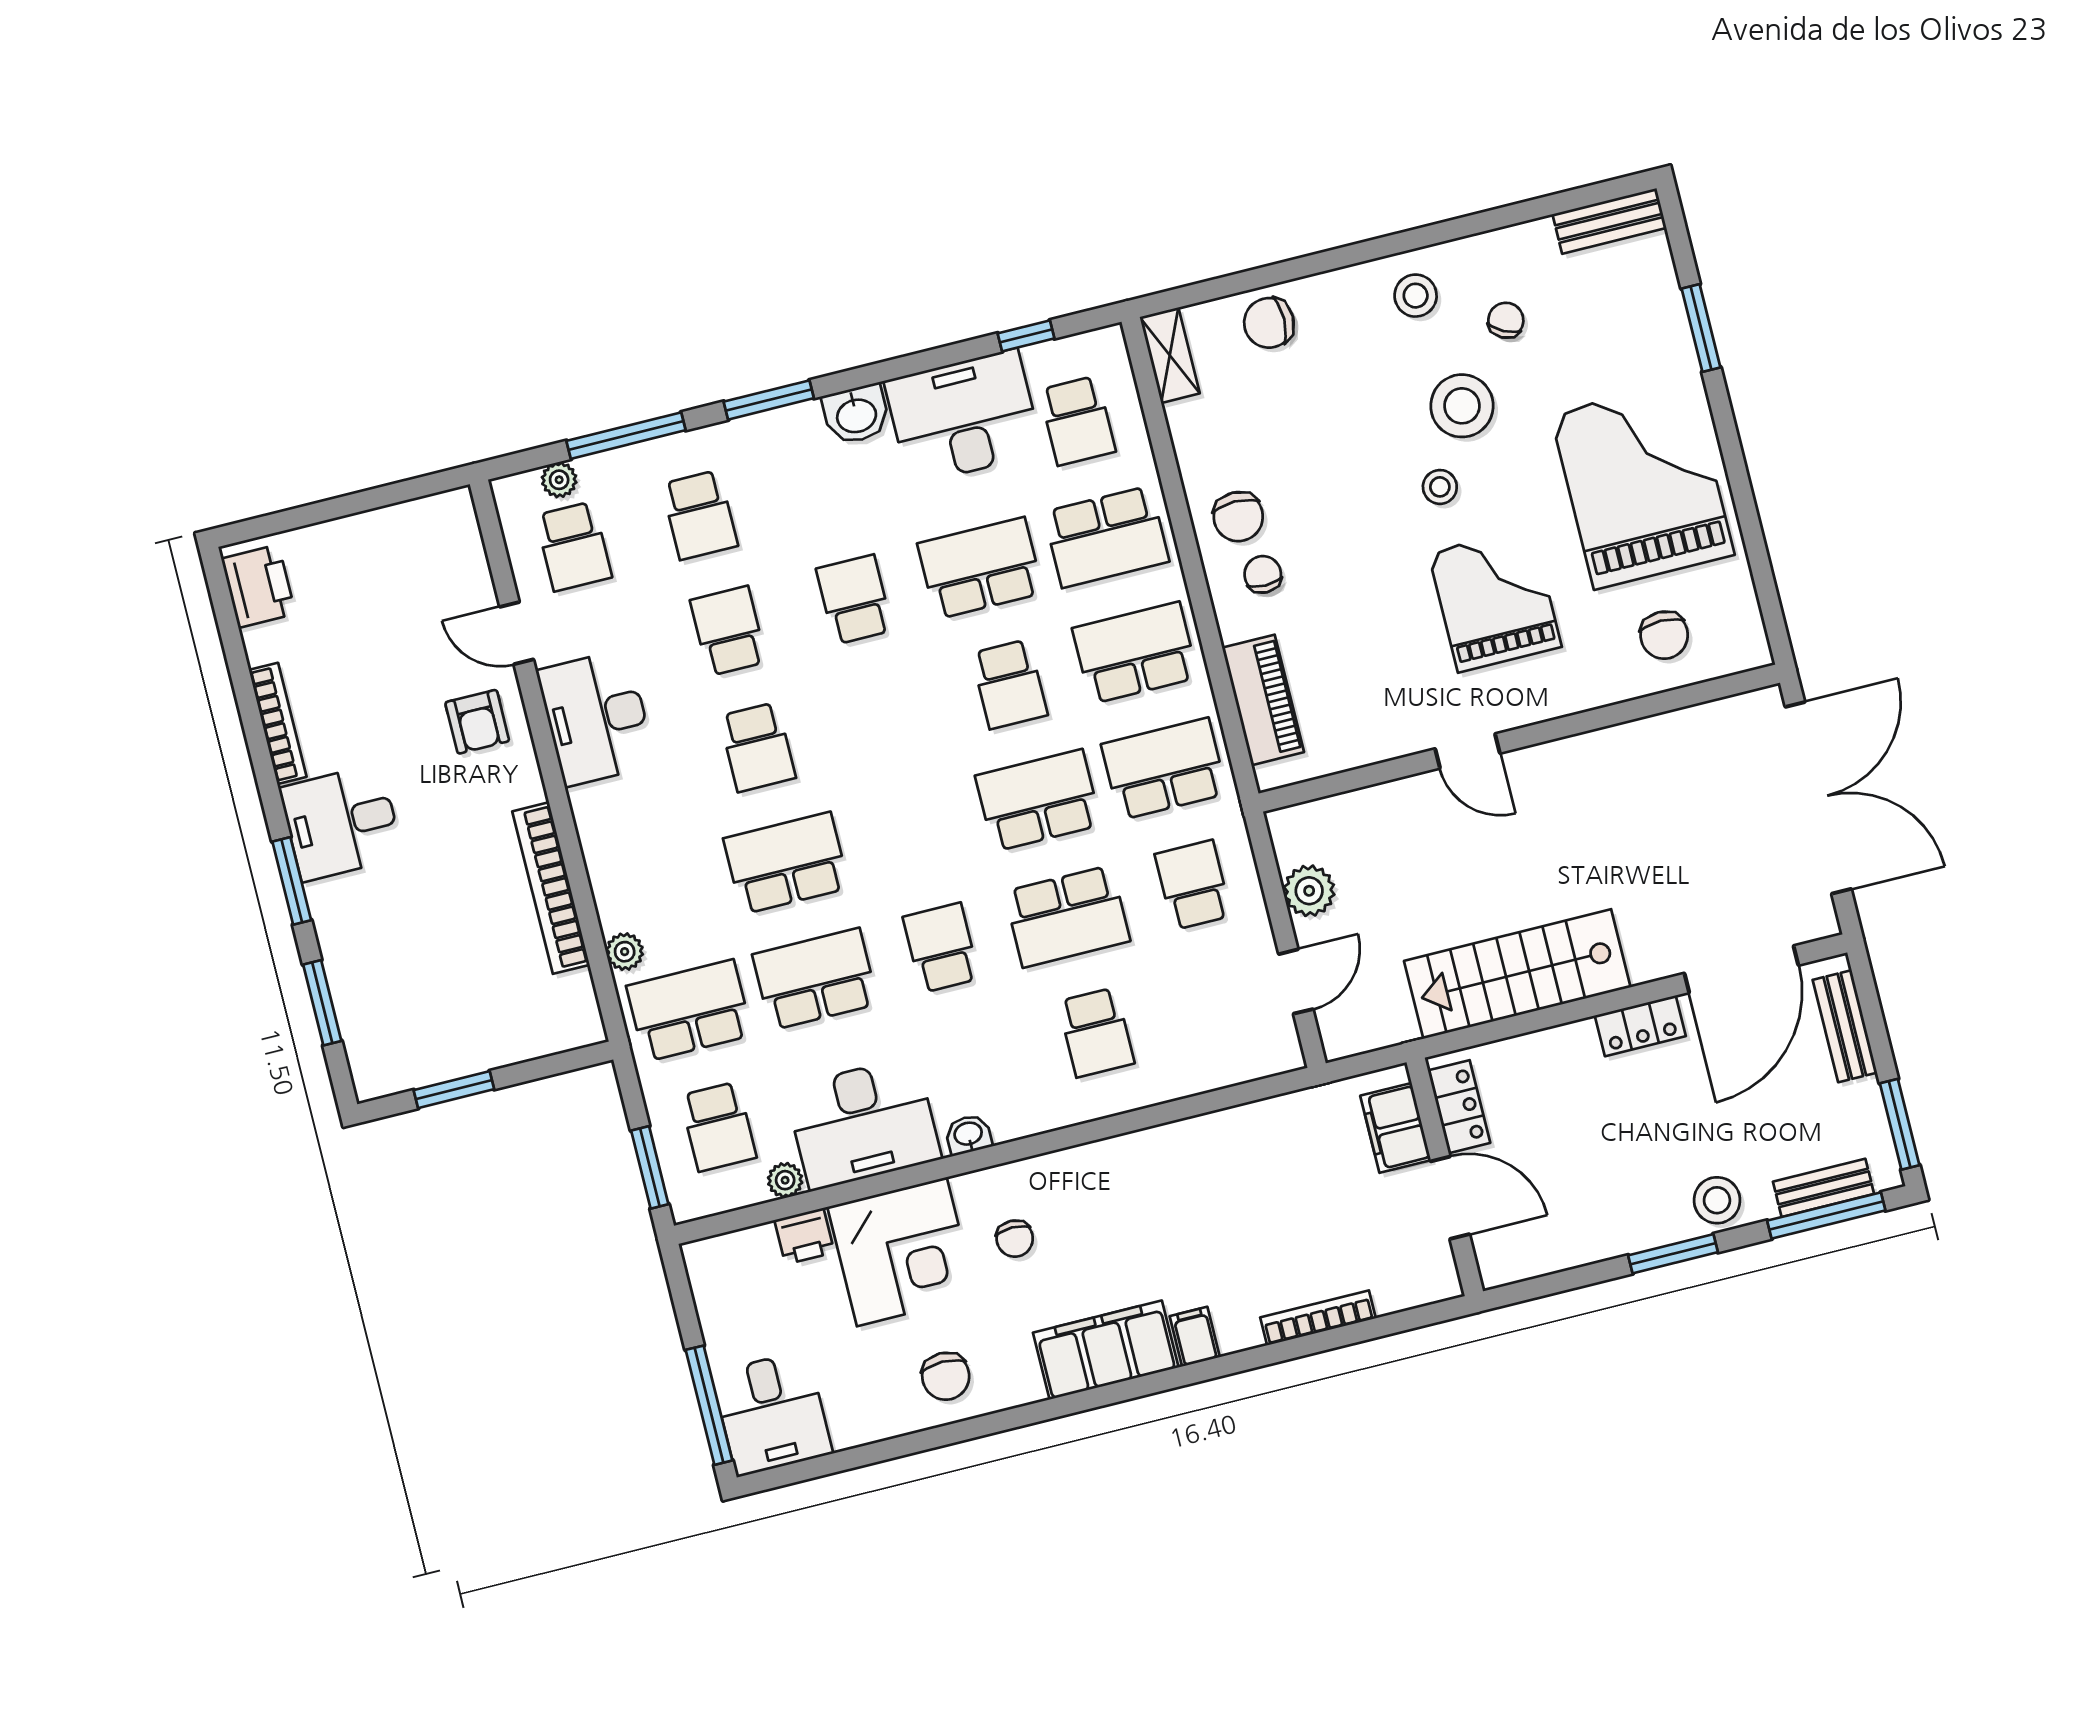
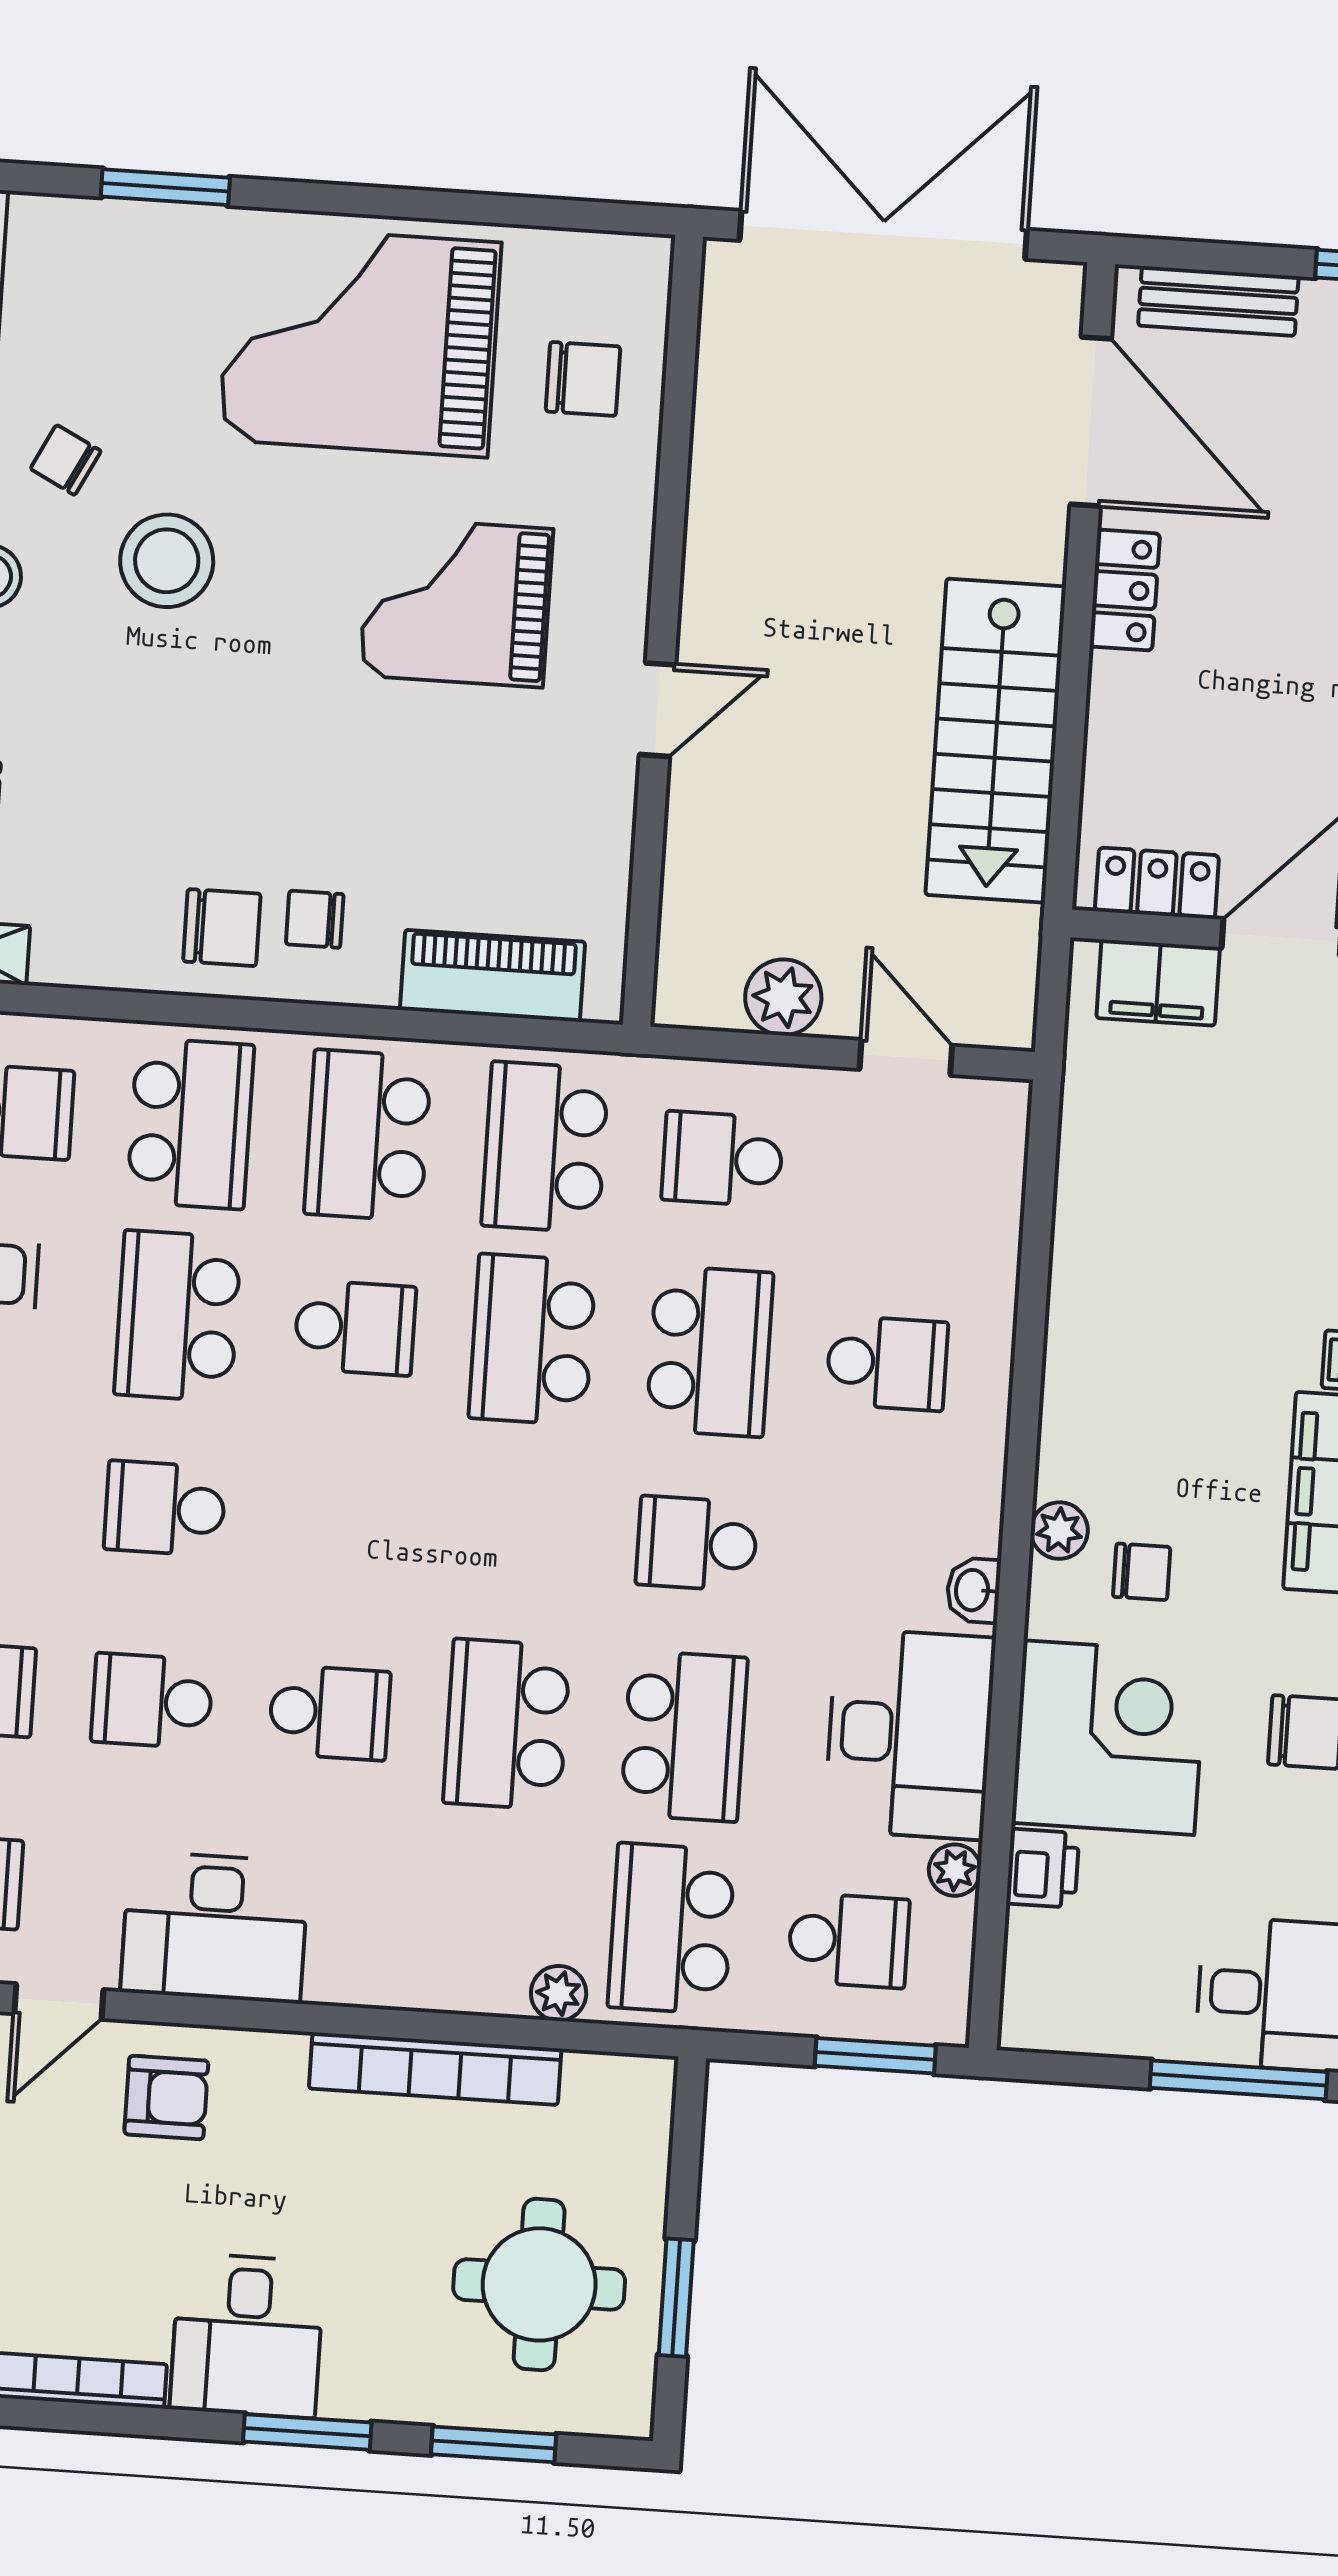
stool: (1440, 487) -> (271, 629), removed
school desk: (815, 979) -> (684, 1736), turned 180
round table: (434, 999) -> (539, 2284), added
plant: (1024, 1177) -> (1059, 1531), added

